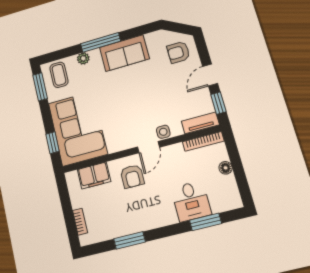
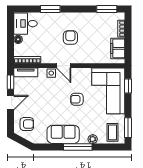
armchair: (118, 105) -> (77, 99), added
door: (149, 147) -> (64, 66), swing flipped
filing cabinet: (94, 175) -> (118, 48), moved, turned -90
armchair: (132, 176) -> (70, 37), moved
desk: (191, 201) -> (25, 24), moved, turned -90
window: (205, 222) -> (50, 9), moved
window: (129, 240) -> (107, 9), moved

